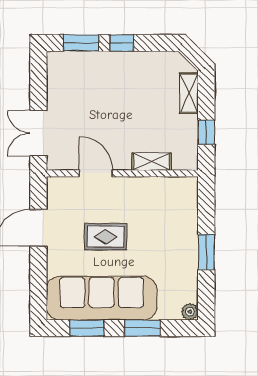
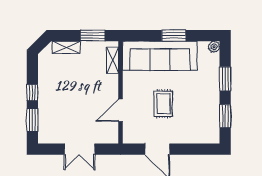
window: (206, 132) -> (93, 36), width x1.50
double door: (38, 133) -> (80, 149), moved
shelving: (152, 162) -> (113, 60), moved
sofa: (102, 298) -> (160, 56), moved, turned -90

